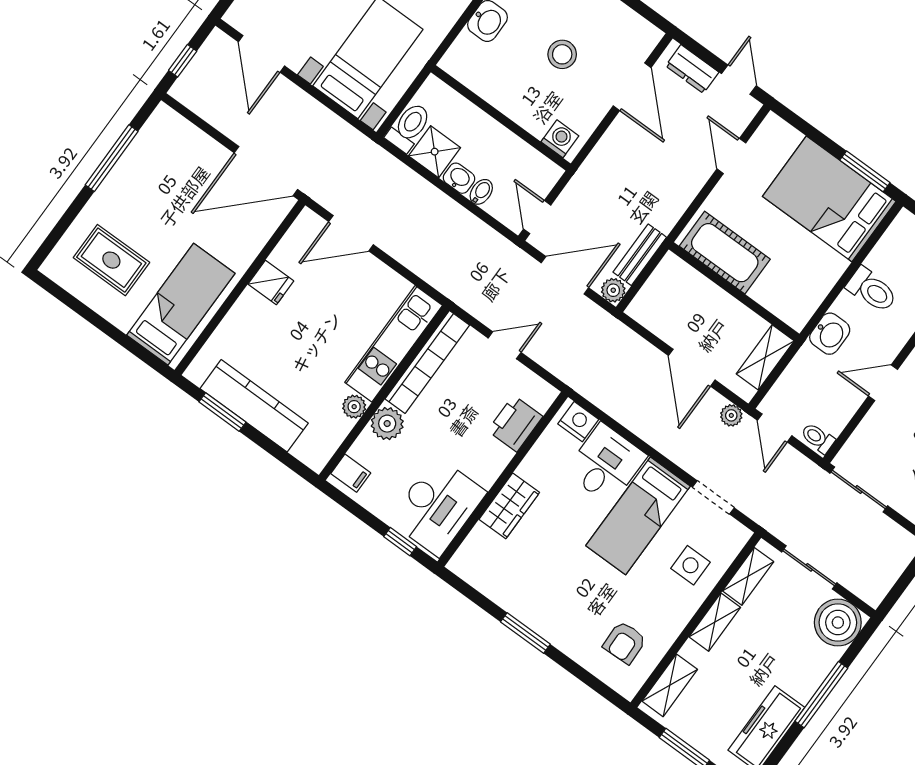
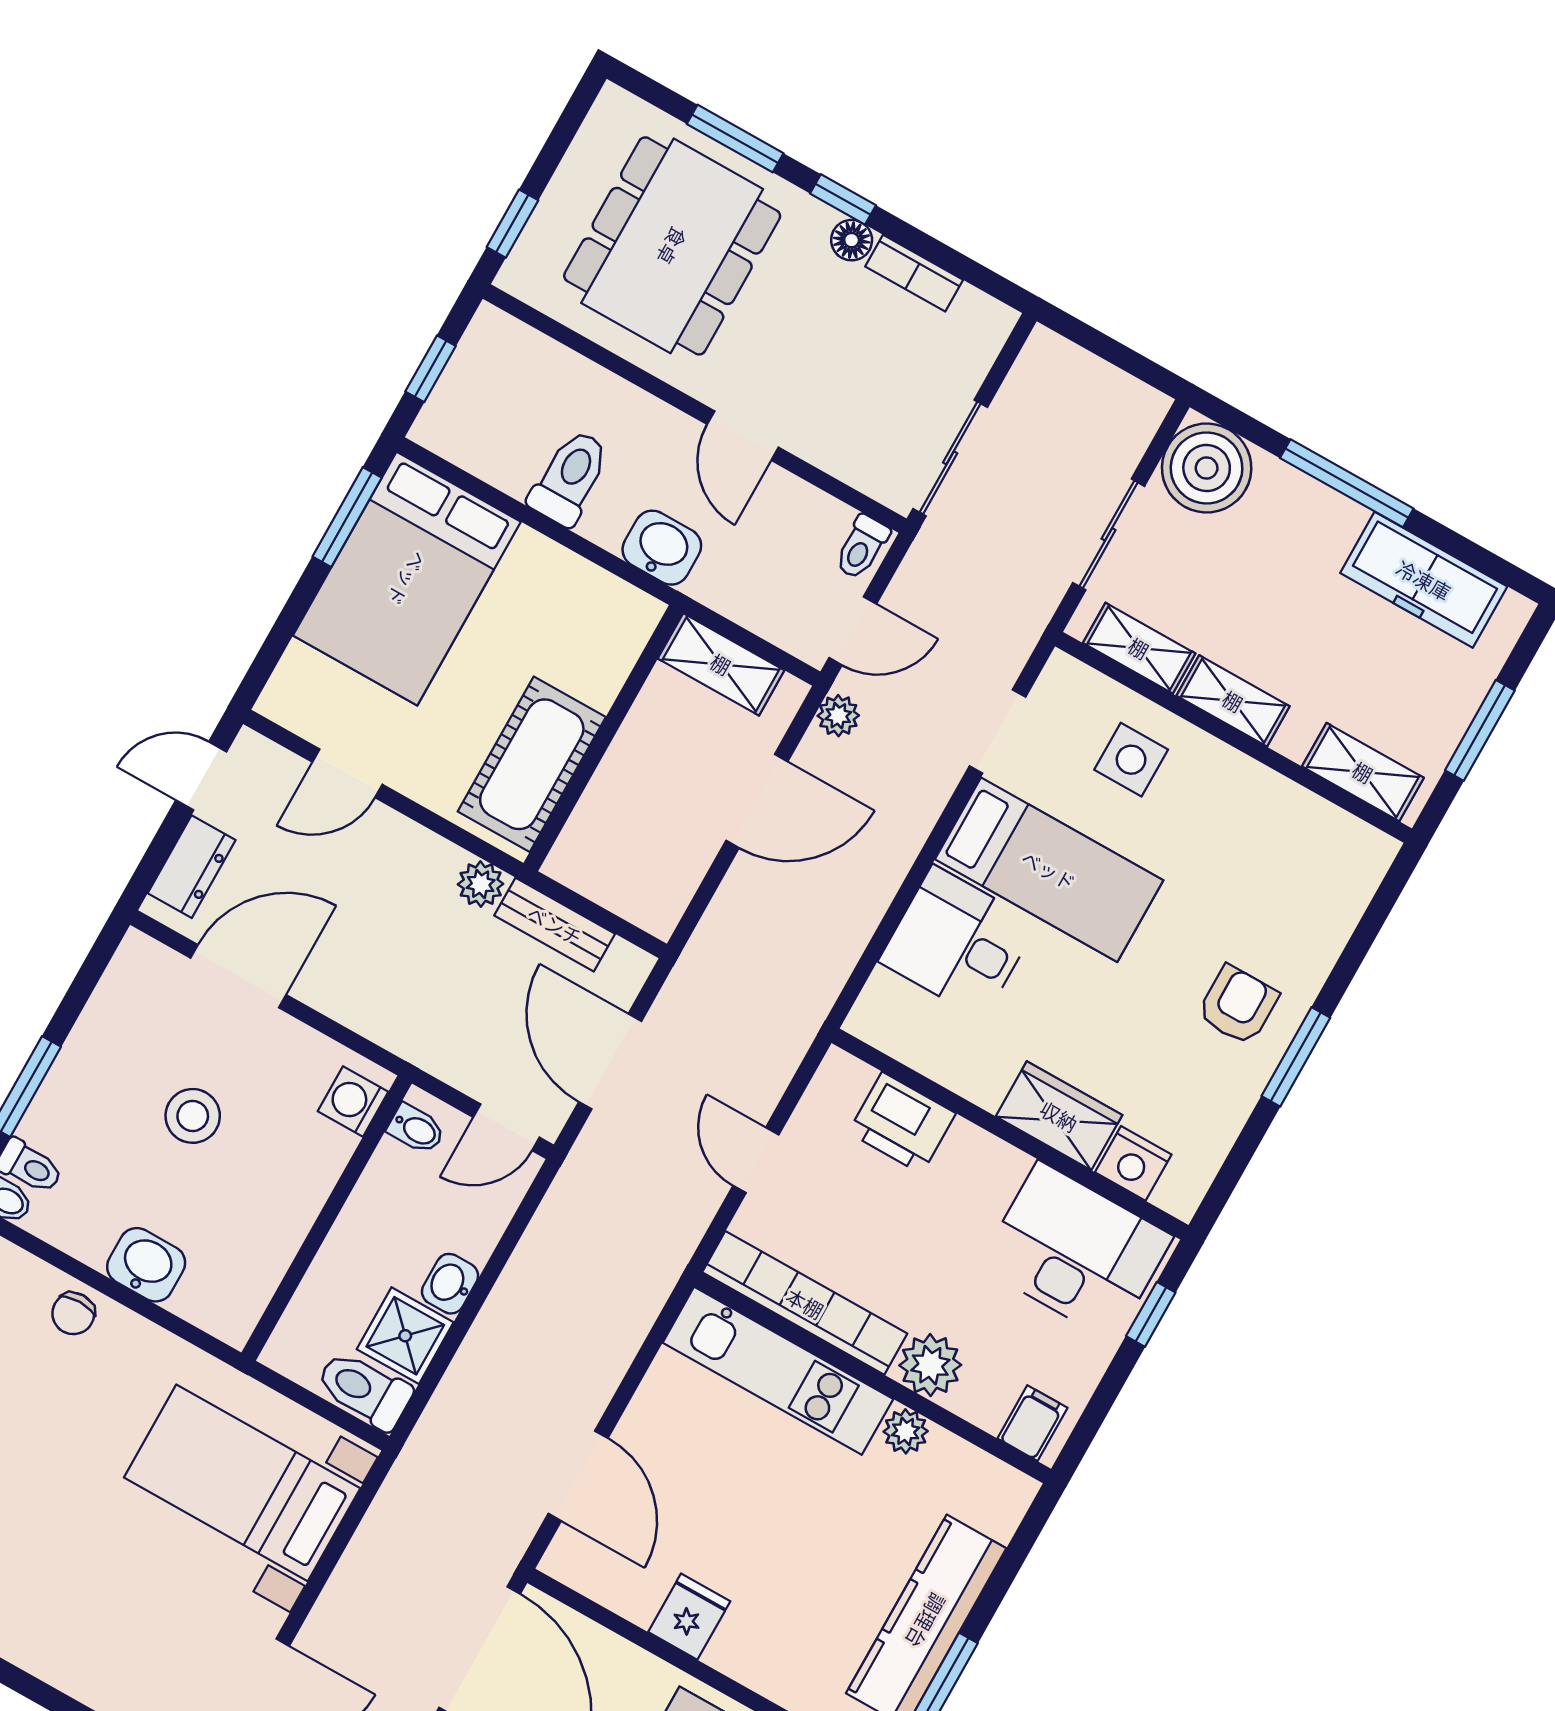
bidet: (481, 192) -> (416, 1129), moved, turned 180
plant: (613, 290) -> (481, 884), moved
nightstand: (578, 422) -> (1133, 1163), moved, turned -90
armchair: (625, 643) -> (1238, 1005), moved, turned -88

